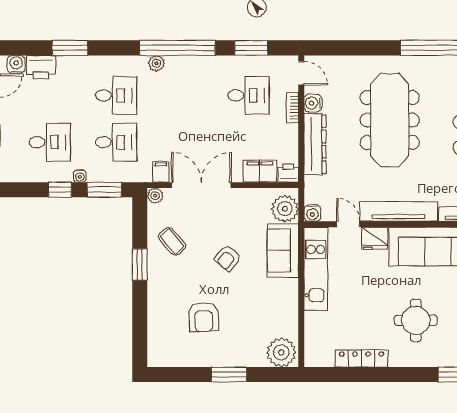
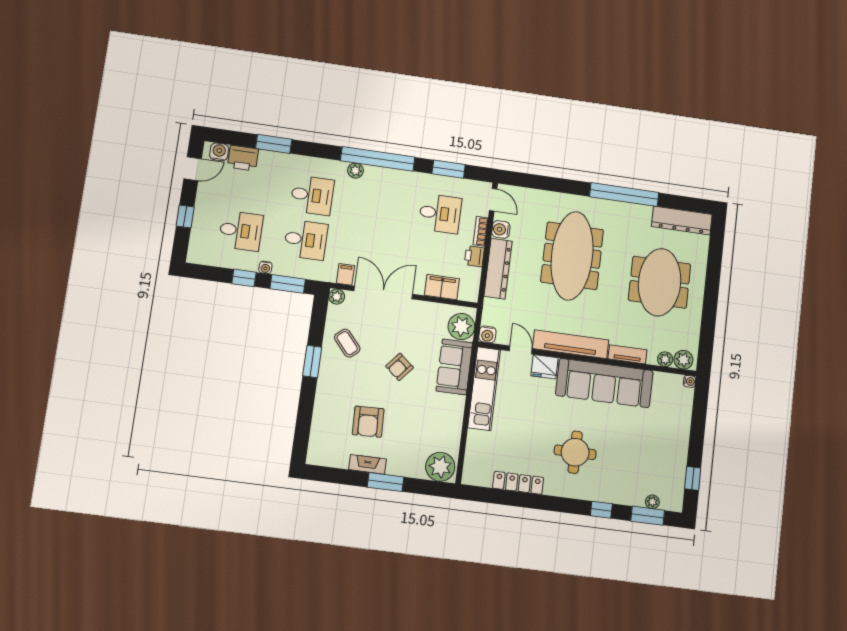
printer: (288, 173) -> (474, 256), moved, turned -90
fireplace: (209, 359) -> (368, 464), added

